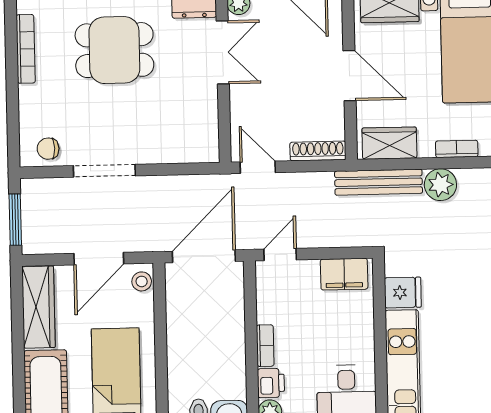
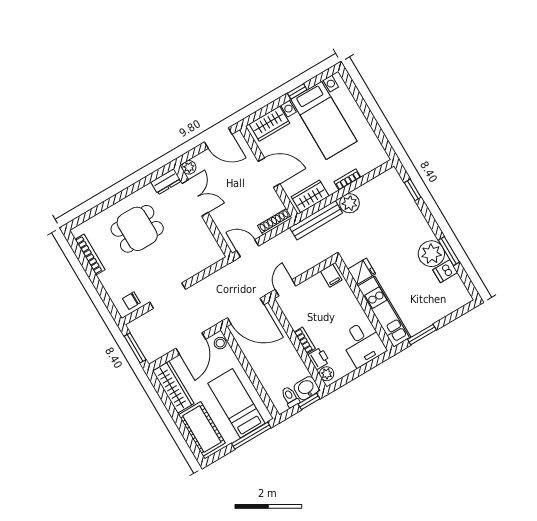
door: (204, 256) -> (246, 311), swing flipped
filing cabinet: (344, 274) -> (331, 276), width x0.50

